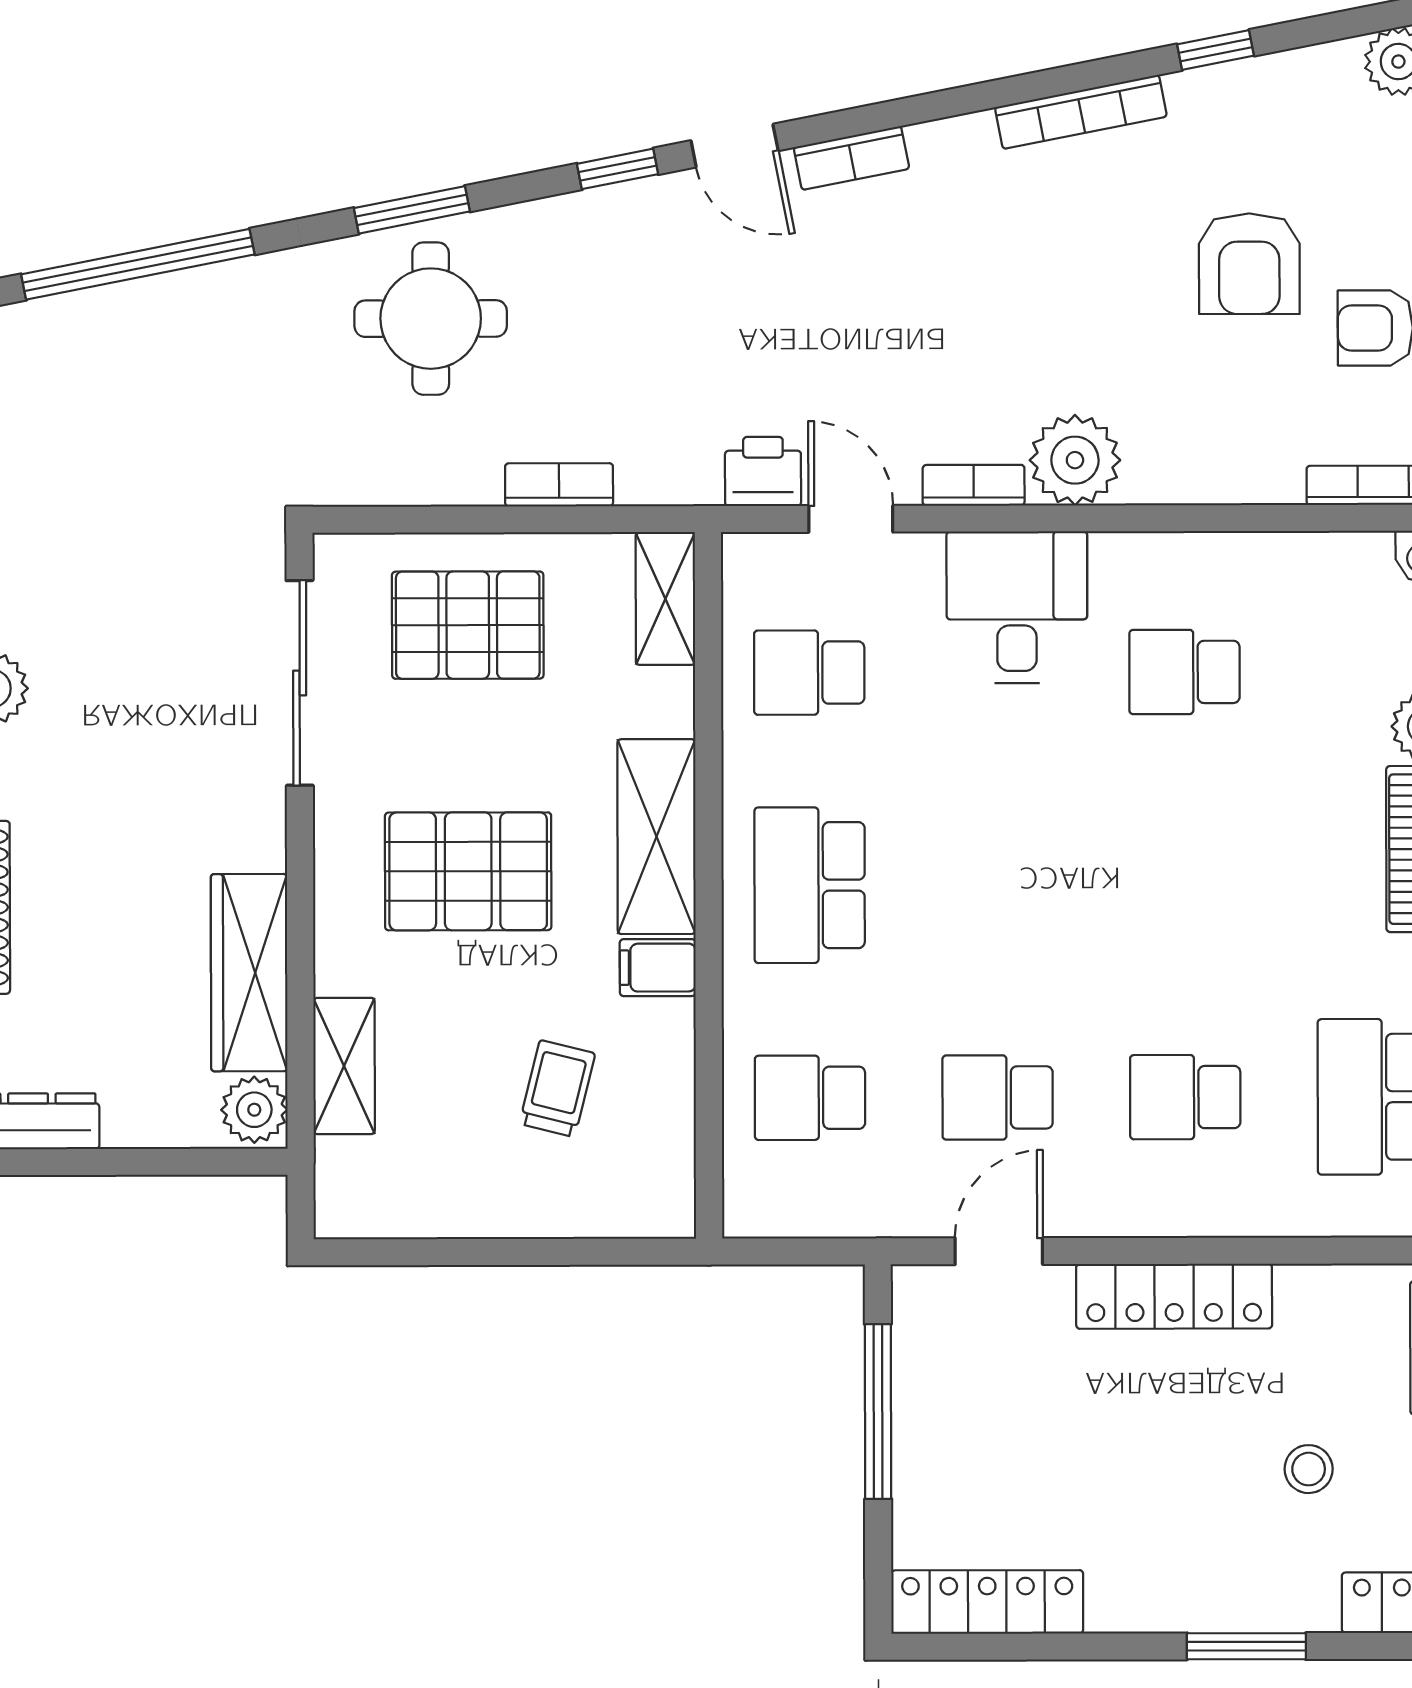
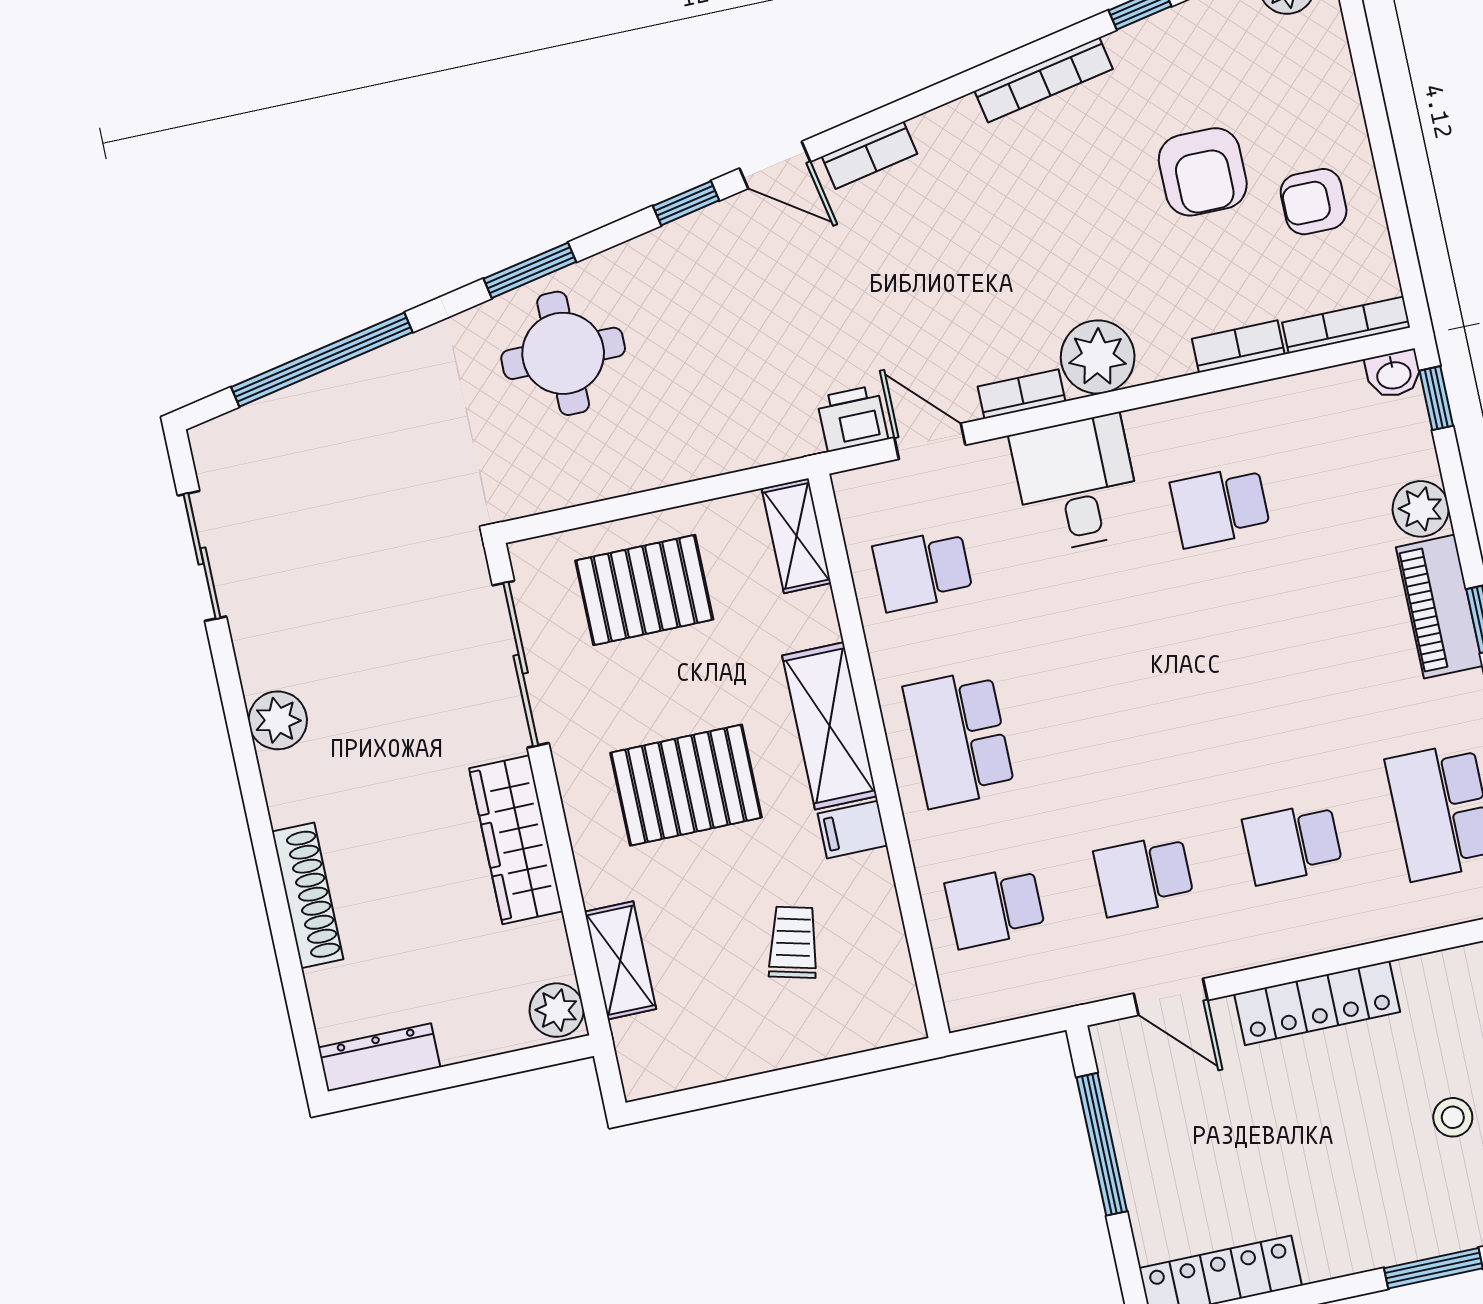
bookcase: (559, 485) -> (1238, 346), moved
wardrobe: (249, 973) -> (516, 840), moved
door: (999, 1251) -> (1171, 997), swing flipped

